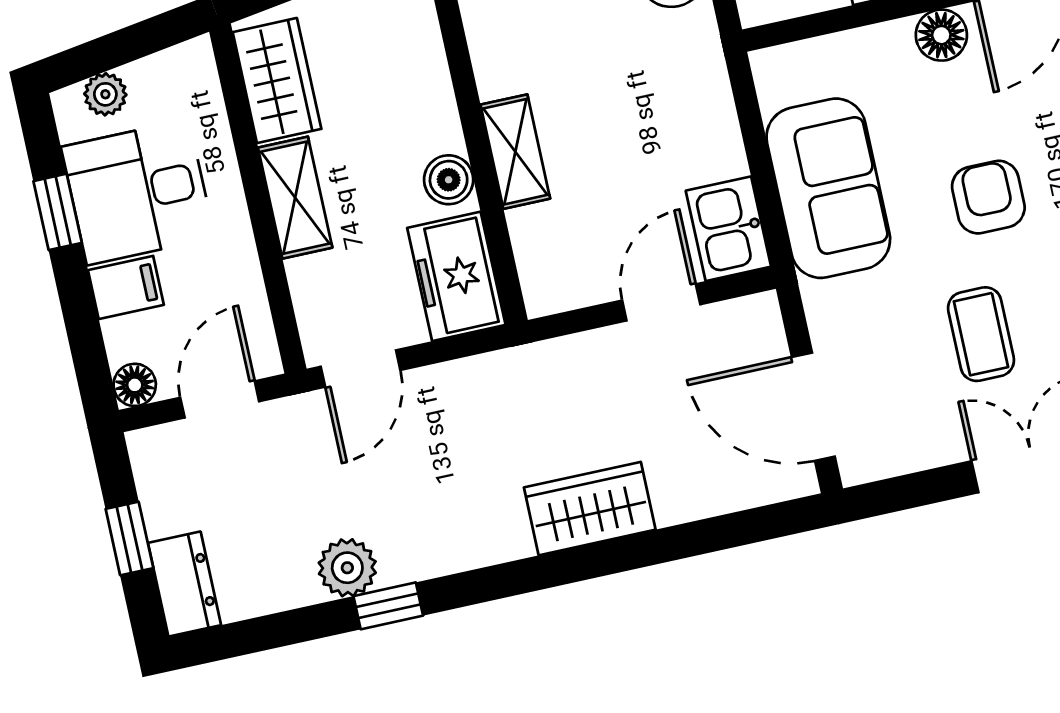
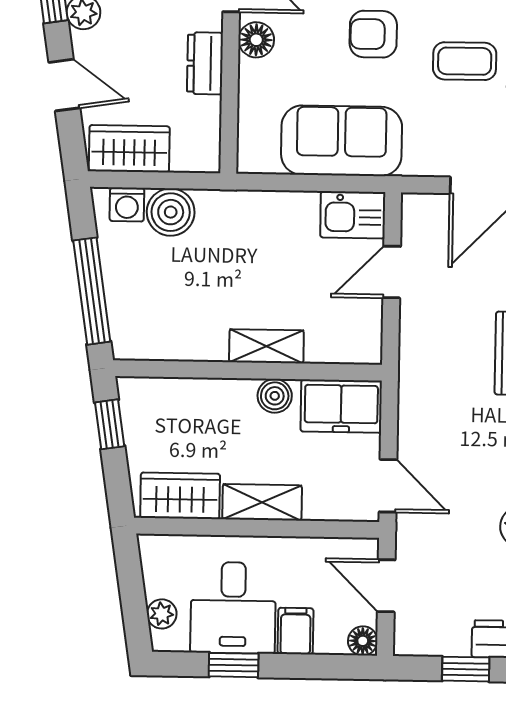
door: (661, 302) -> (392, 272), hinge flipped

